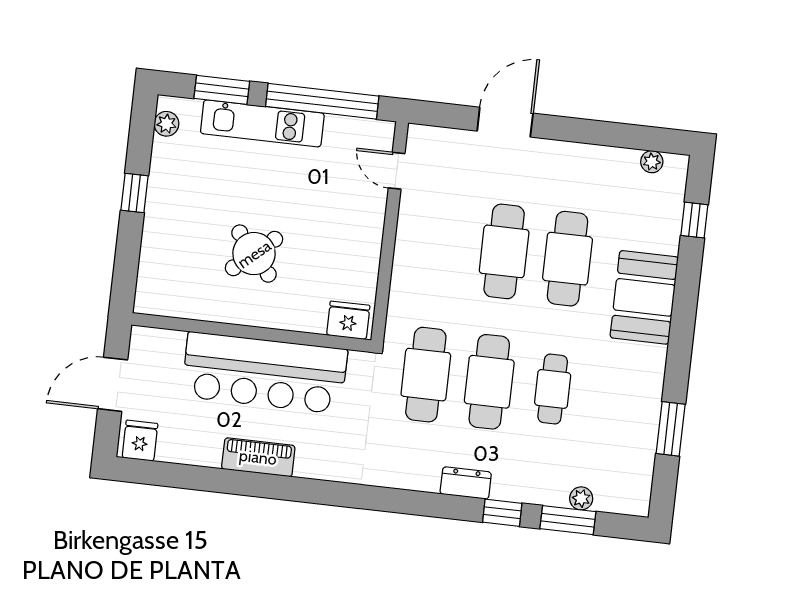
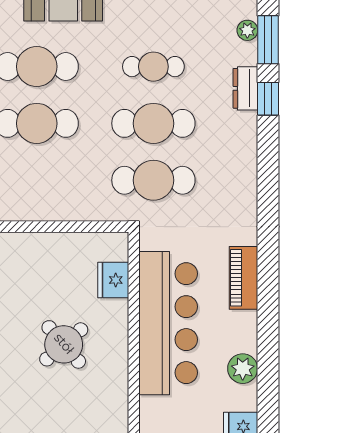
fridge: (348, 320) -> (113, 280), moved
plant: (204, 450) -> (243, 369), added
piano: (258, 457) -> (244, 278), moved
dresser: (466, 483) -> (245, 88), moved

